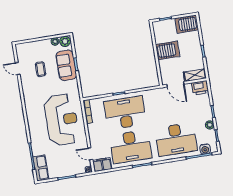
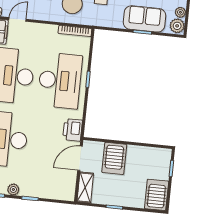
server rack: (168, 50) -> (114, 158), moved
printer: (200, 88) -> (73, 130), moved

